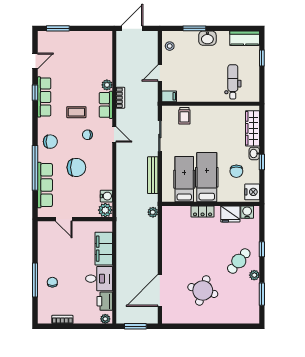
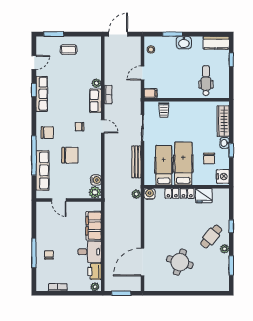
coffee table: (76, 112) -> (69, 50), moved
locker: (203, 212) -> (180, 193), width x1.53
water cooler: (247, 212) -> (150, 194), moved

